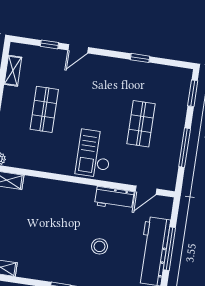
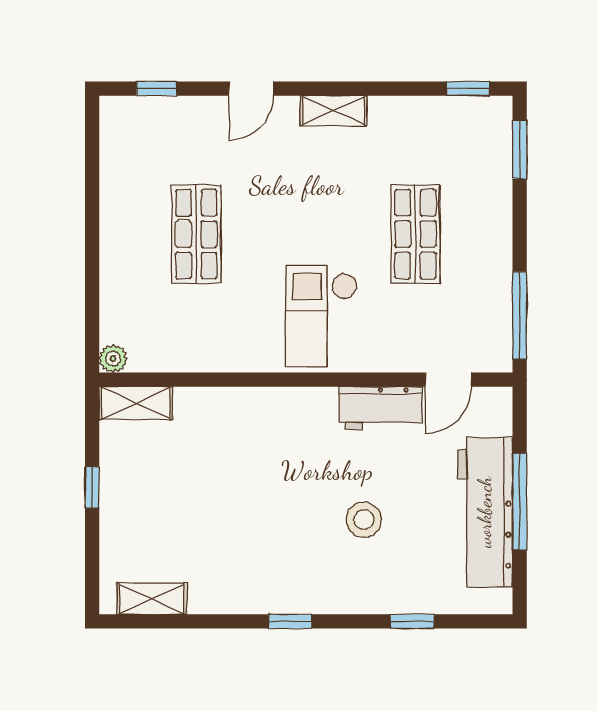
window: (49, 44) -> (157, 89), moved
window: (140, 58) -> (468, 89), moved
shelving: (13, 71) -> (334, 111), moved, turned 90
window: (185, 148) -> (520, 315), moved

